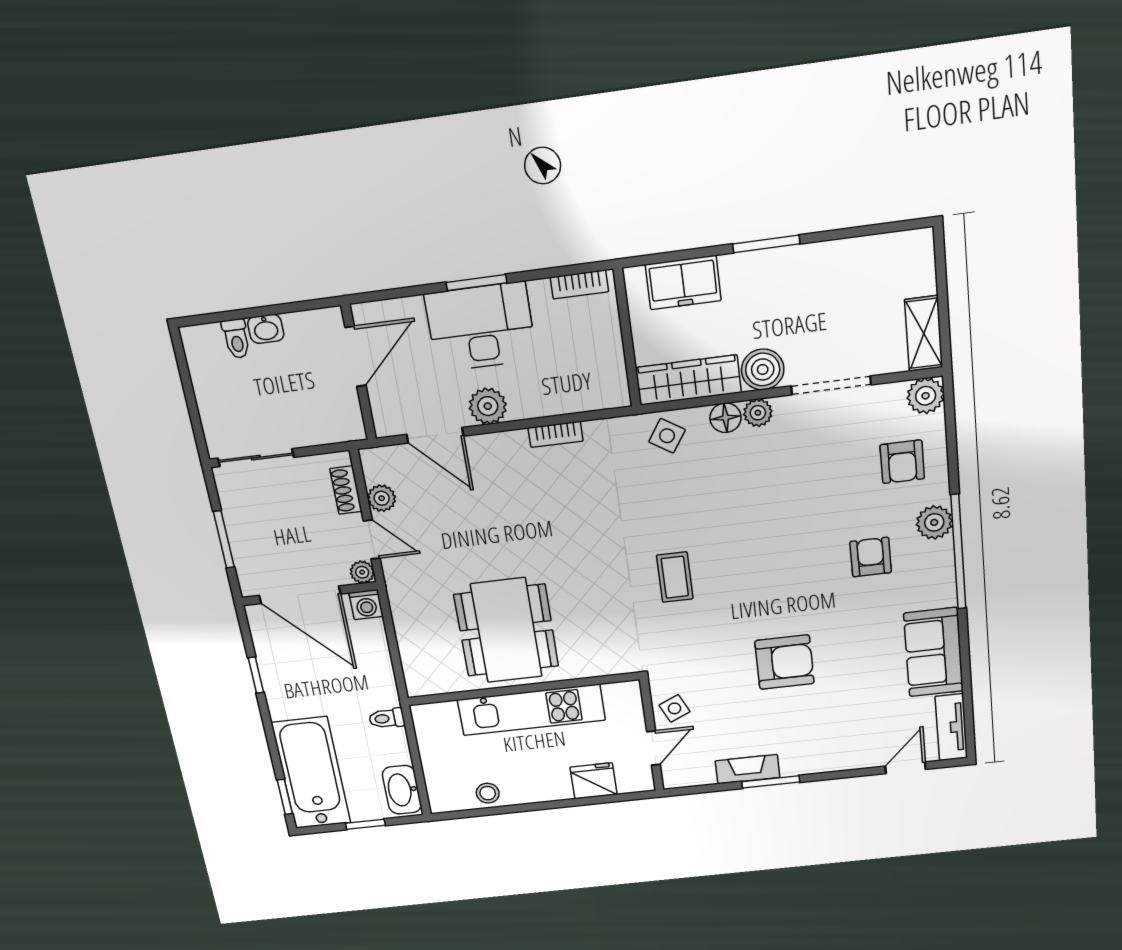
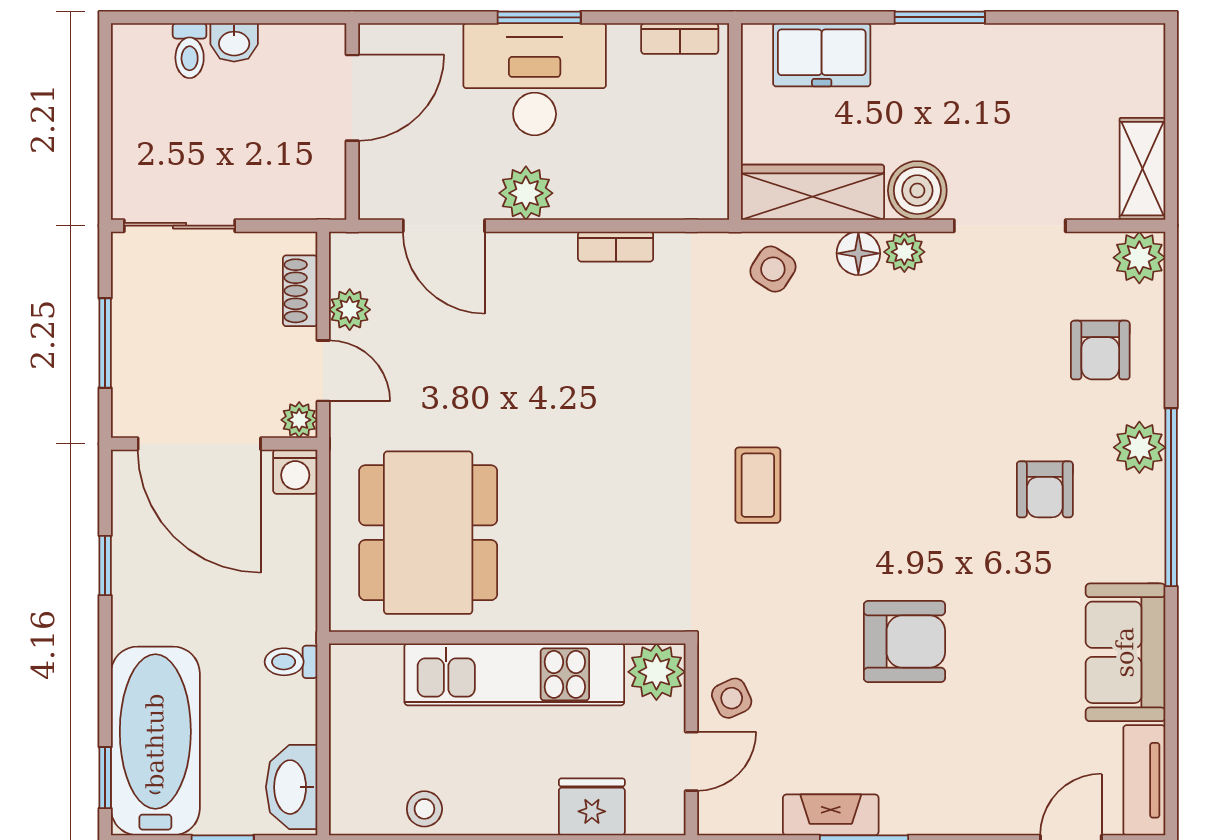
armchair: (871, 557) -> (1045, 489), turned 180
dining table: (506, 630) -> (428, 533), moved
plant: (623, 698) -> (656, 672), added

